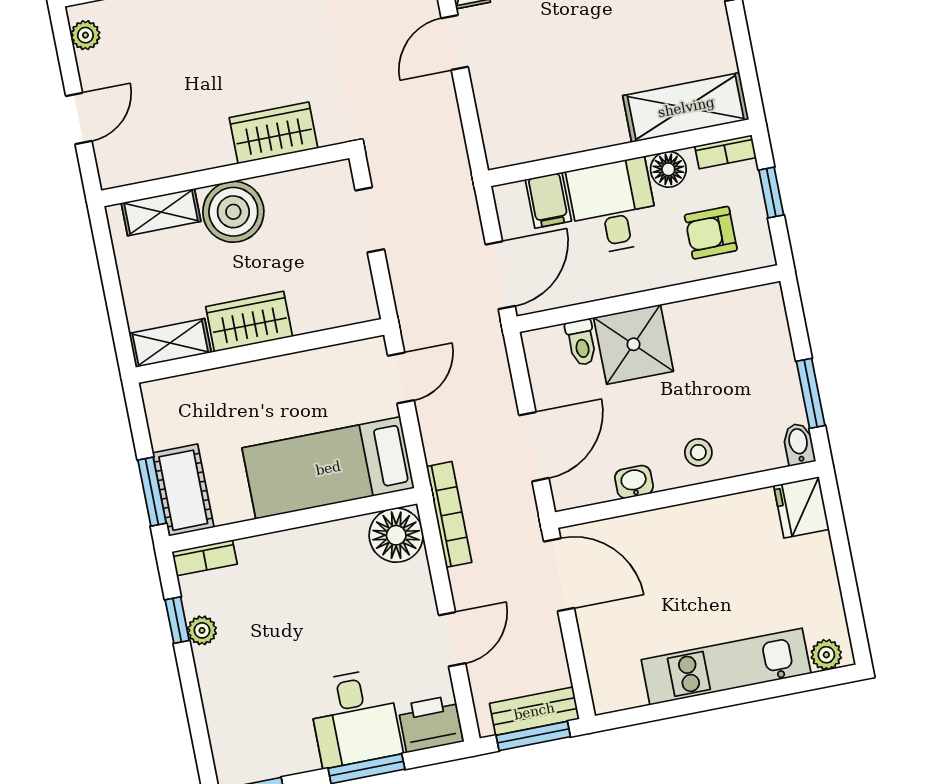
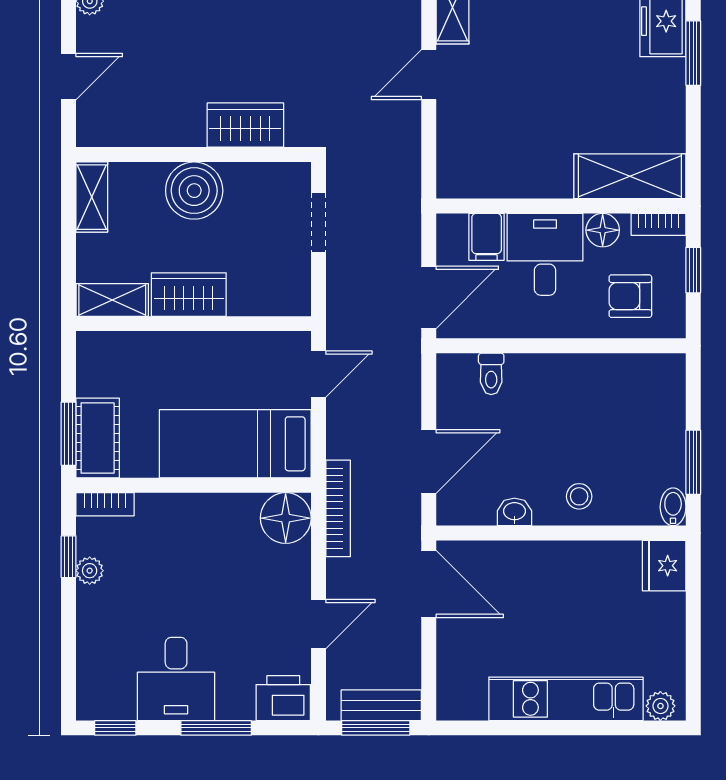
shelving: (161, 212) -> (92, 197), moved, turned 90
shower: (634, 344) -> (539, 385), removed
desk: (355, 718) -> (176, 679), moved

